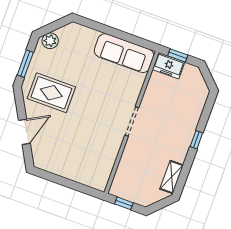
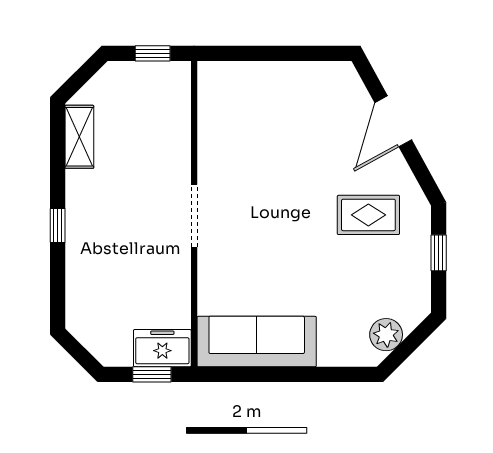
plant: (50, 41) -> (386, 335), moved
window: (25, 64) -> (439, 253), width x0.67
rug: (51, 93) -> (368, 215), width x0.73, depth x0.70

